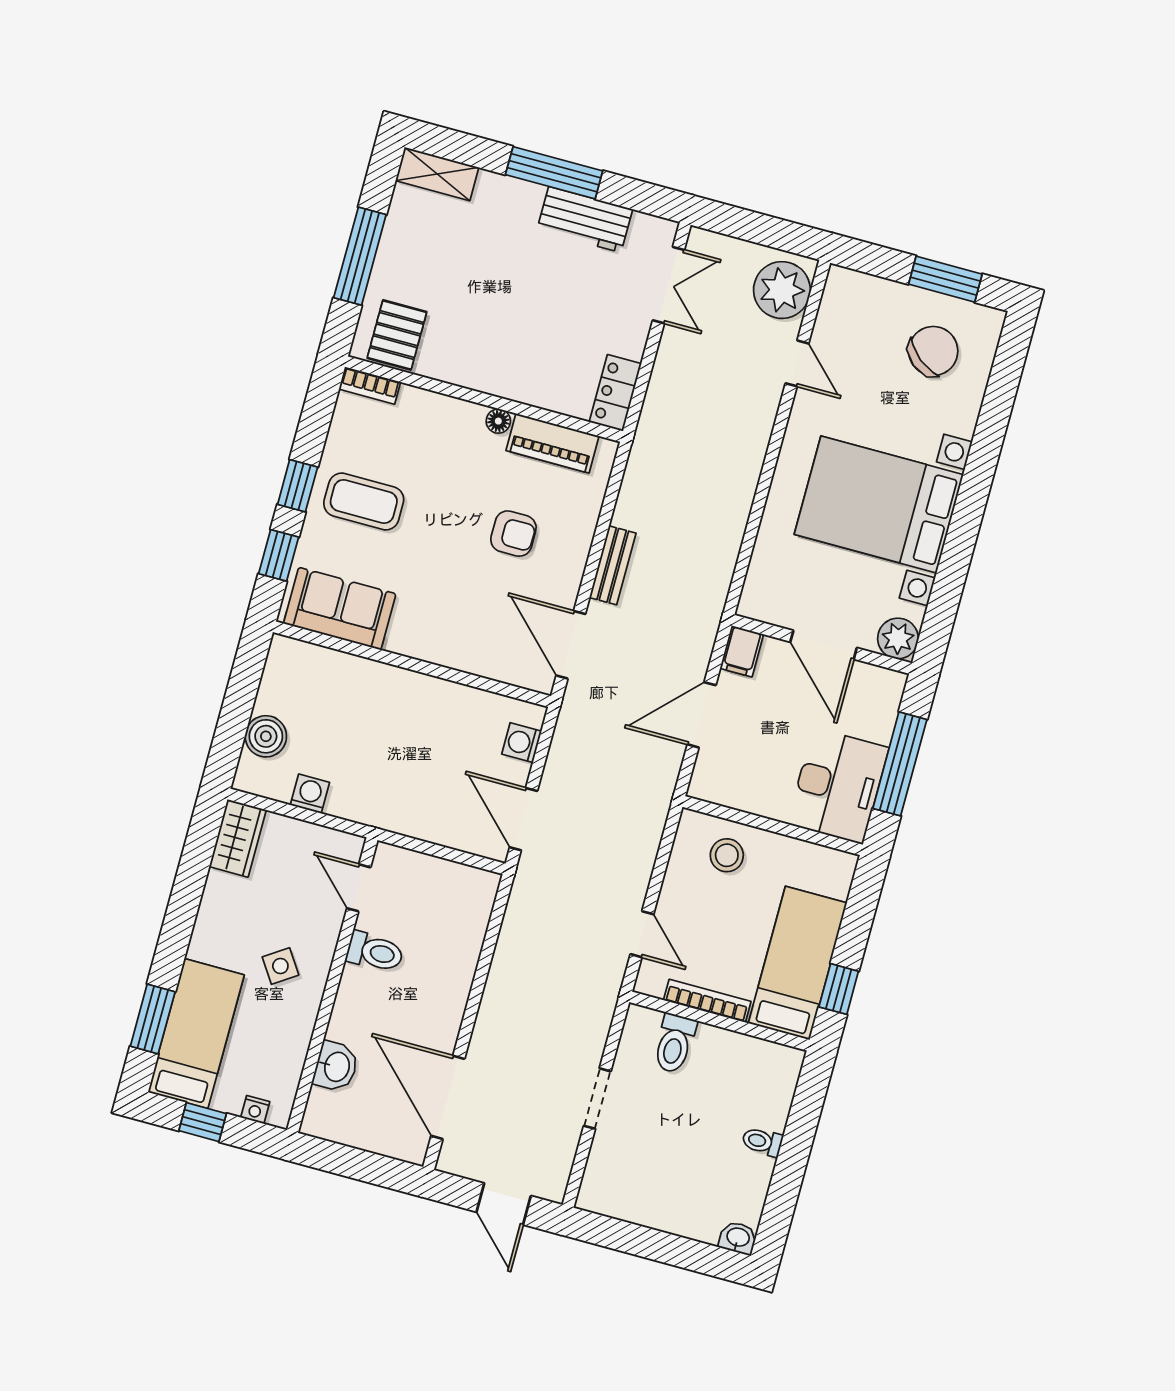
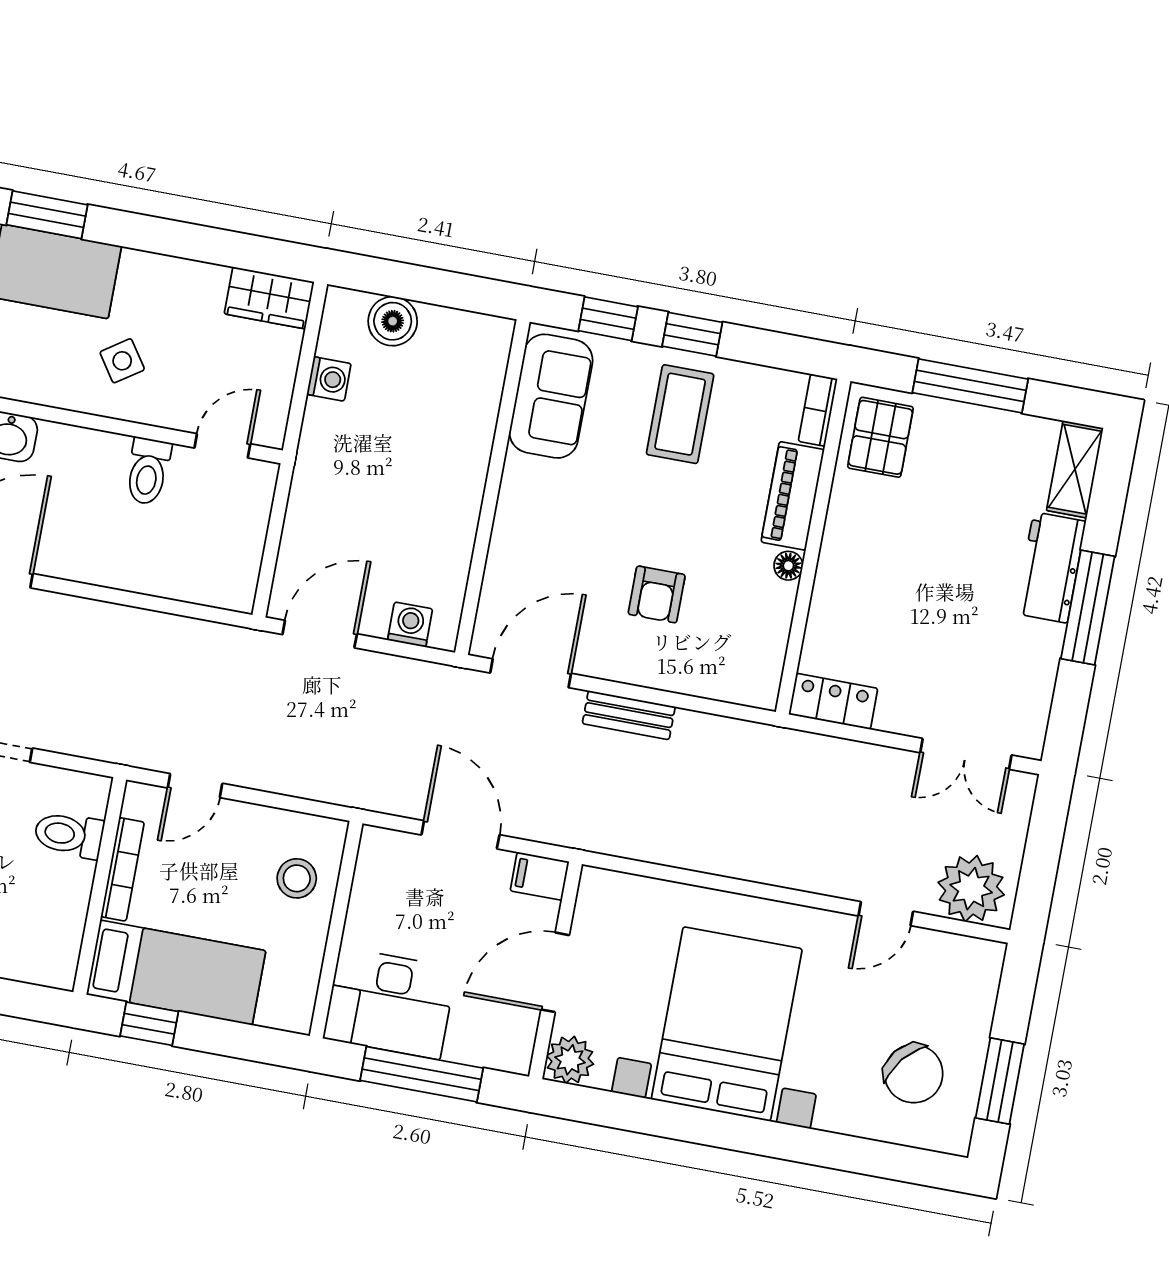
workbench: (585, 219) -> (1050, 567), moved
pallet: (397, 335) -> (880, 437), turned 90
piano: (553, 443) -> (793, 496), moved

